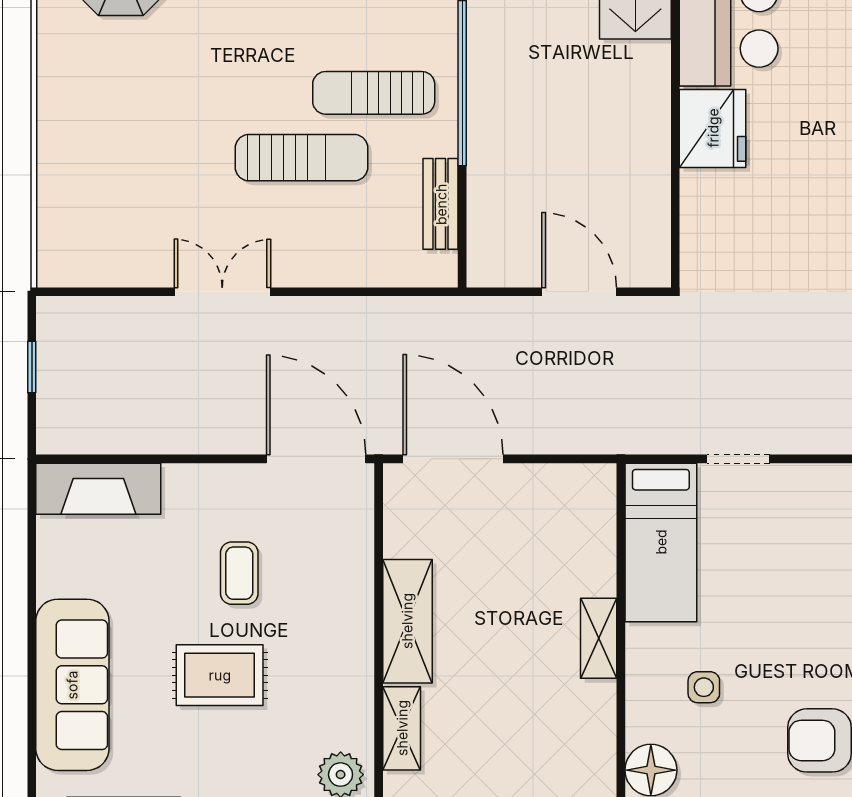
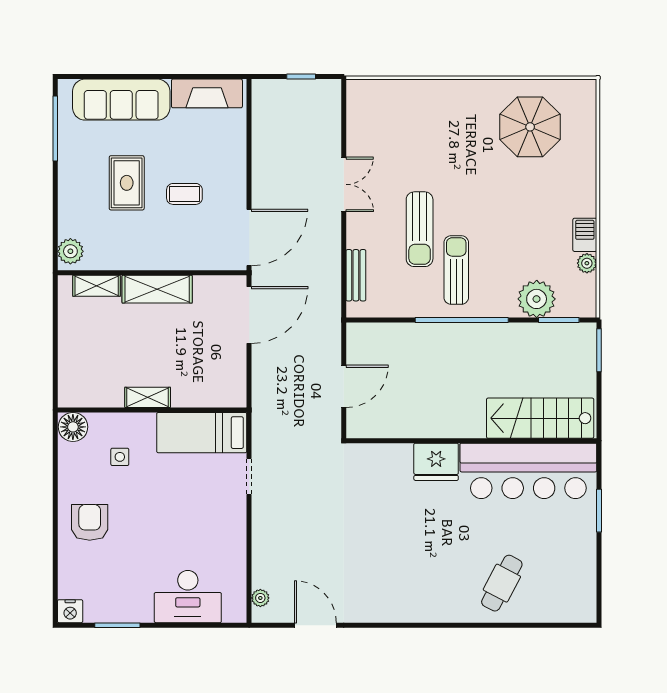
bench: (441, 204) -> (356, 275), moved, turned 90
fireplace: (98, 489) -> (207, 93), moved, turned -90

